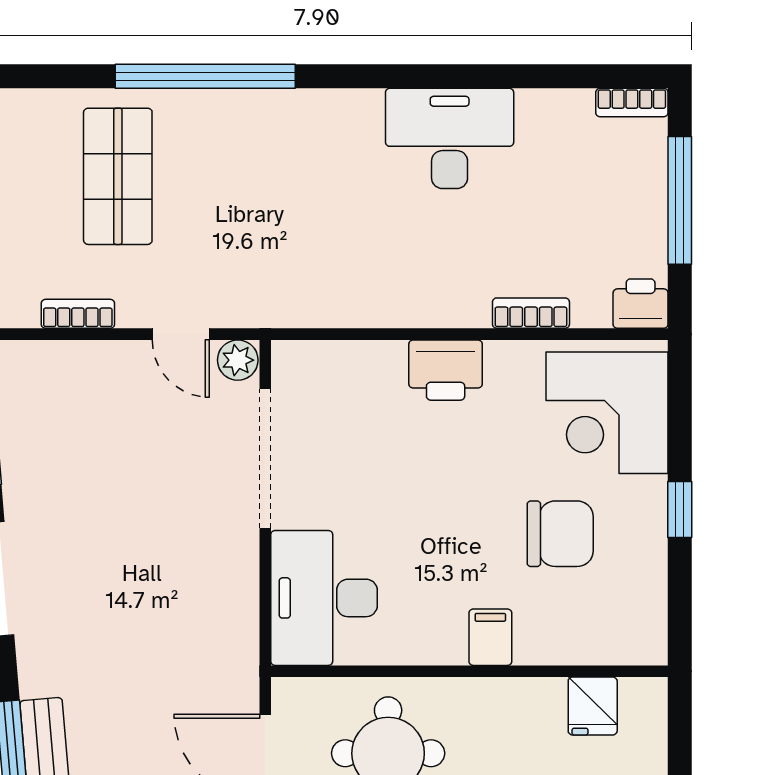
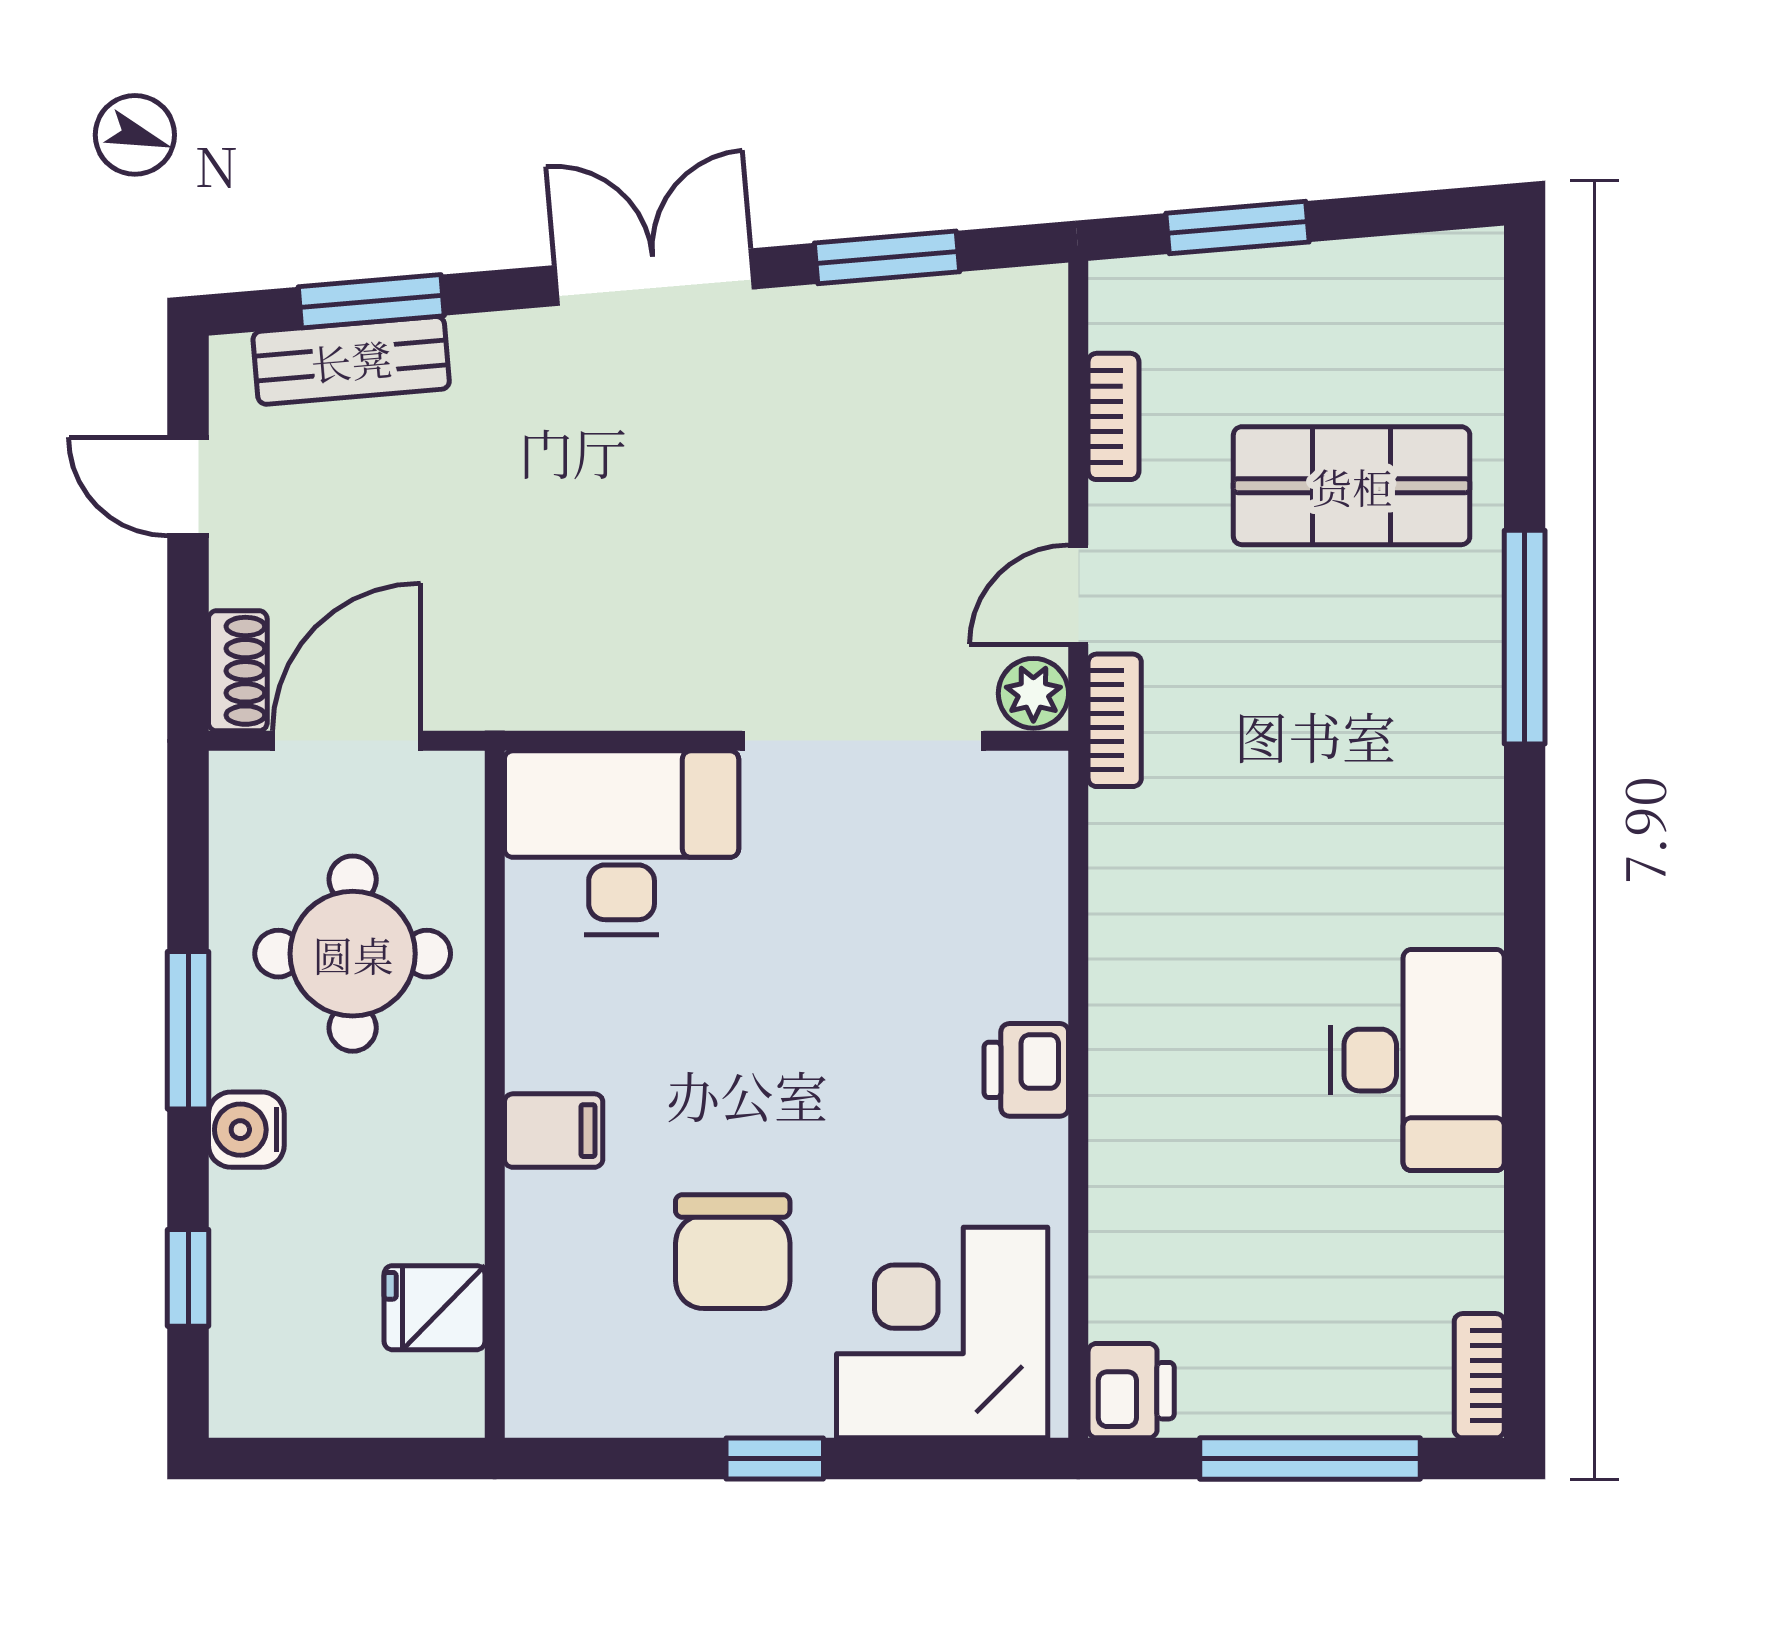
window: (205, 76) -> (1525, 637), width x0.68
bookcase: (531, 313) -> (1115, 720), moved
printer: (446, 370) -> (1026, 1070), width x0.73, depth x0.81

